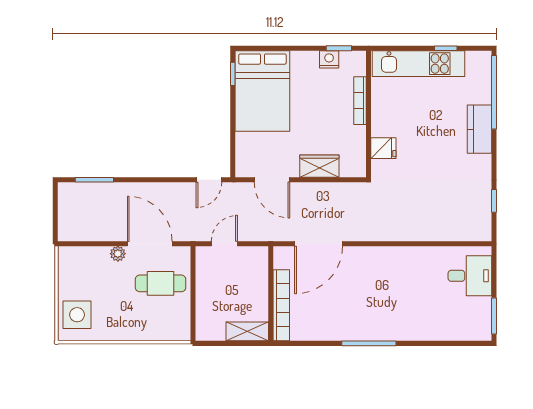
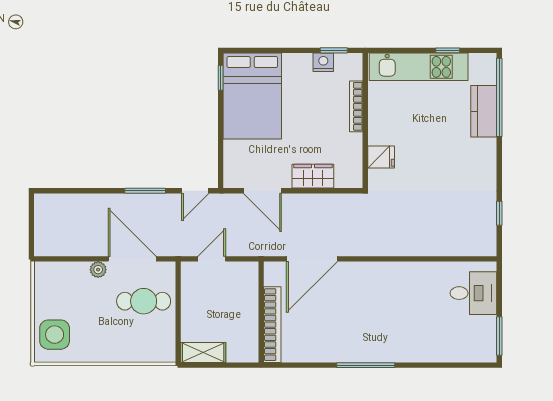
kitchen counter: (480, 129) -> (484, 111), moved
window: (94, 180) -> (145, 191), moved
shelving: (247, 331) -> (203, 352), moved

